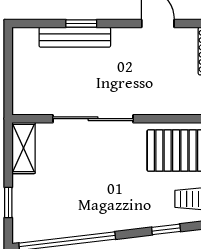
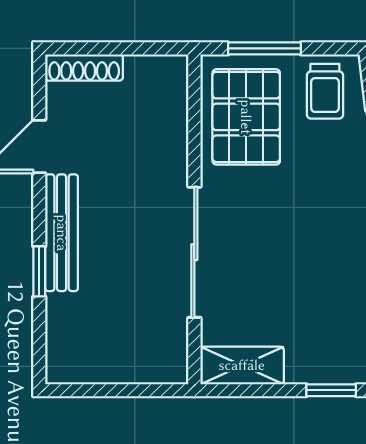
bench: (75, 37) -> (62, 233), moved

